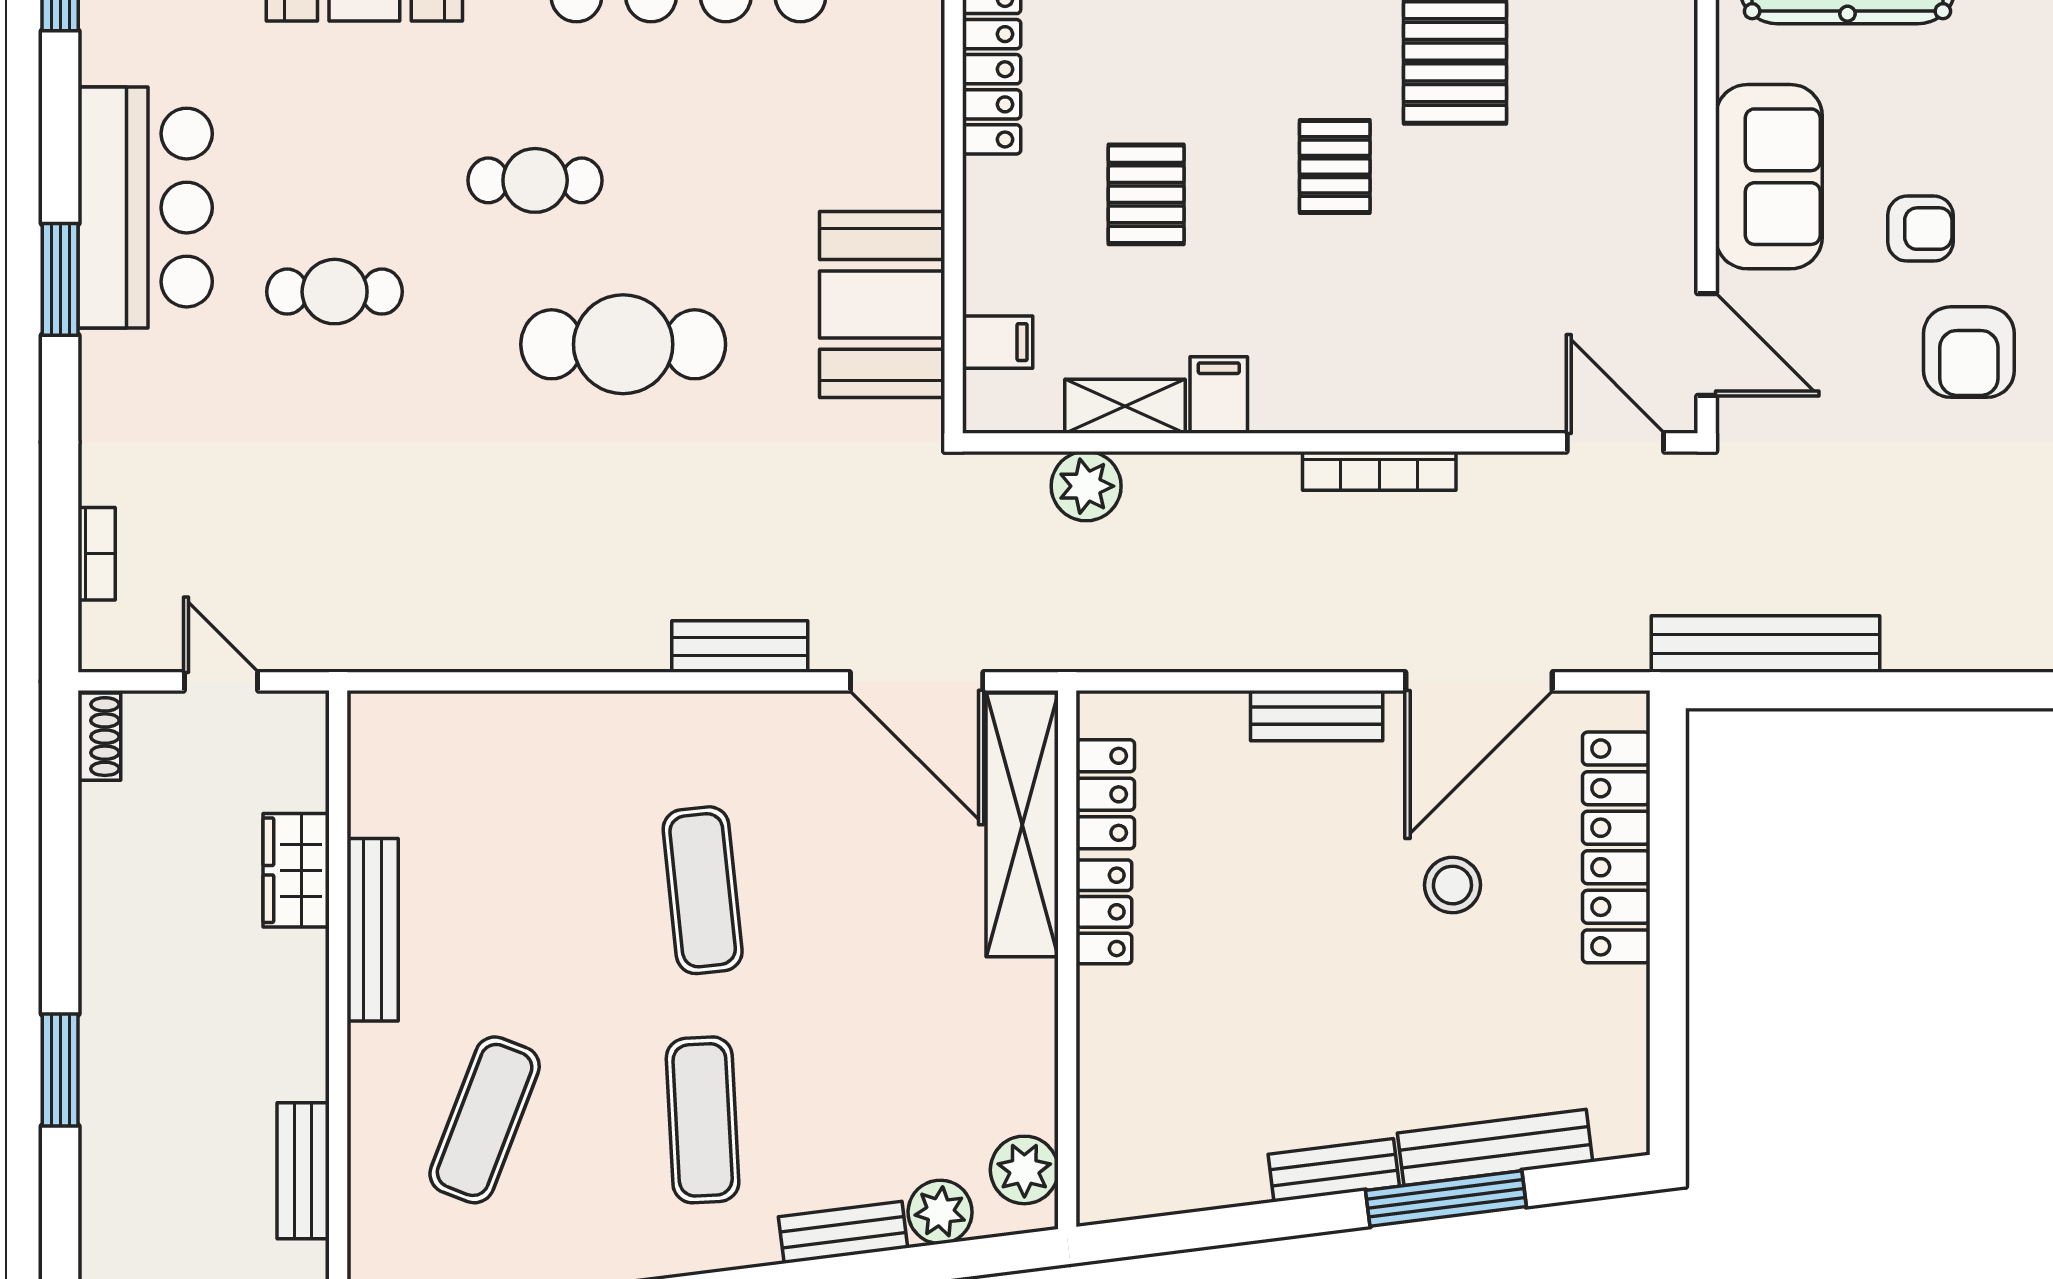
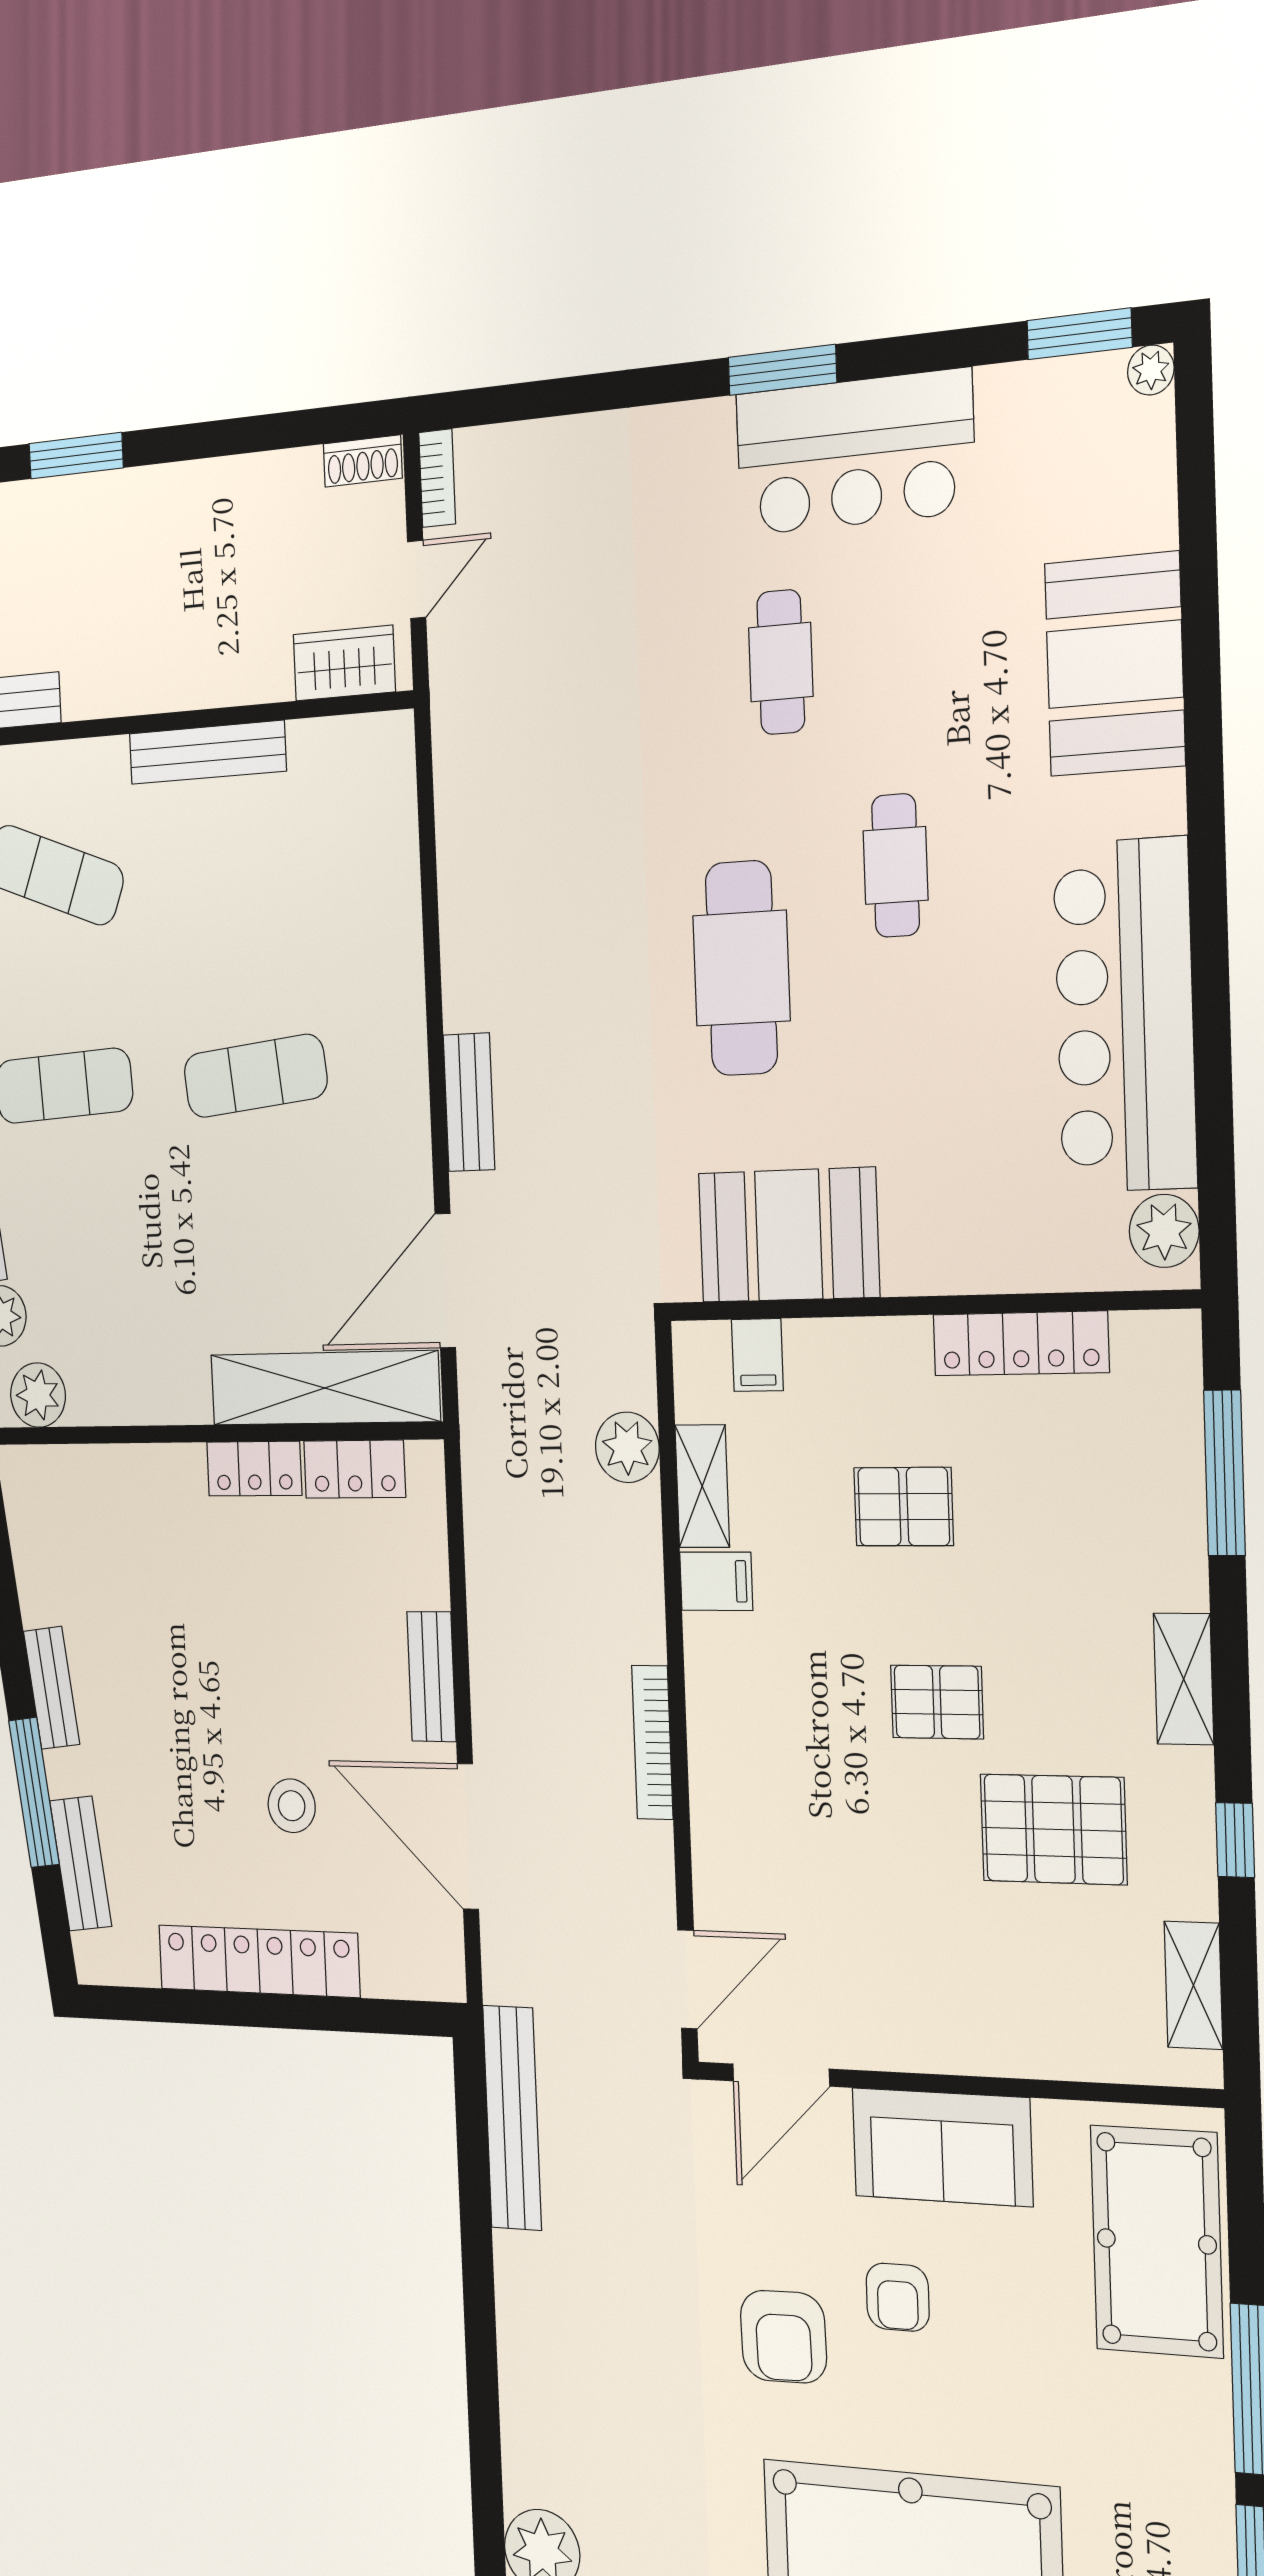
armchair: (1969, 352) -> (783, 2337), turned -91
bookcase: (97, 554) -> (437, 478), moved, turned -90
locker: (1616, 847) -> (259, 1961), moved
wardrobe: (296, 870) -> (344, 663), moved
bench: (1495, 1147) -> (81, 1864), width x0.73

